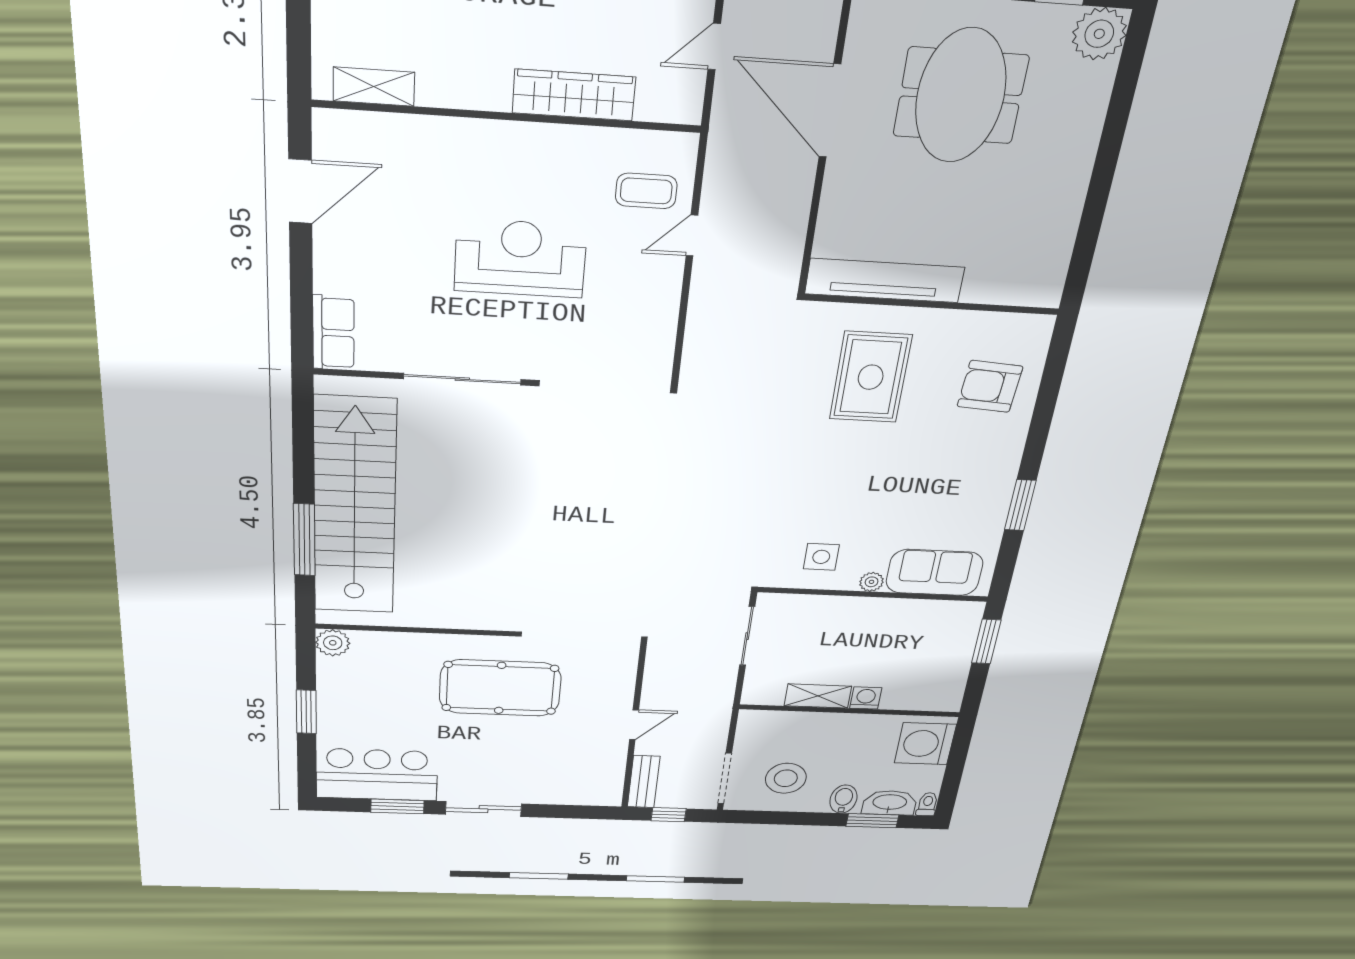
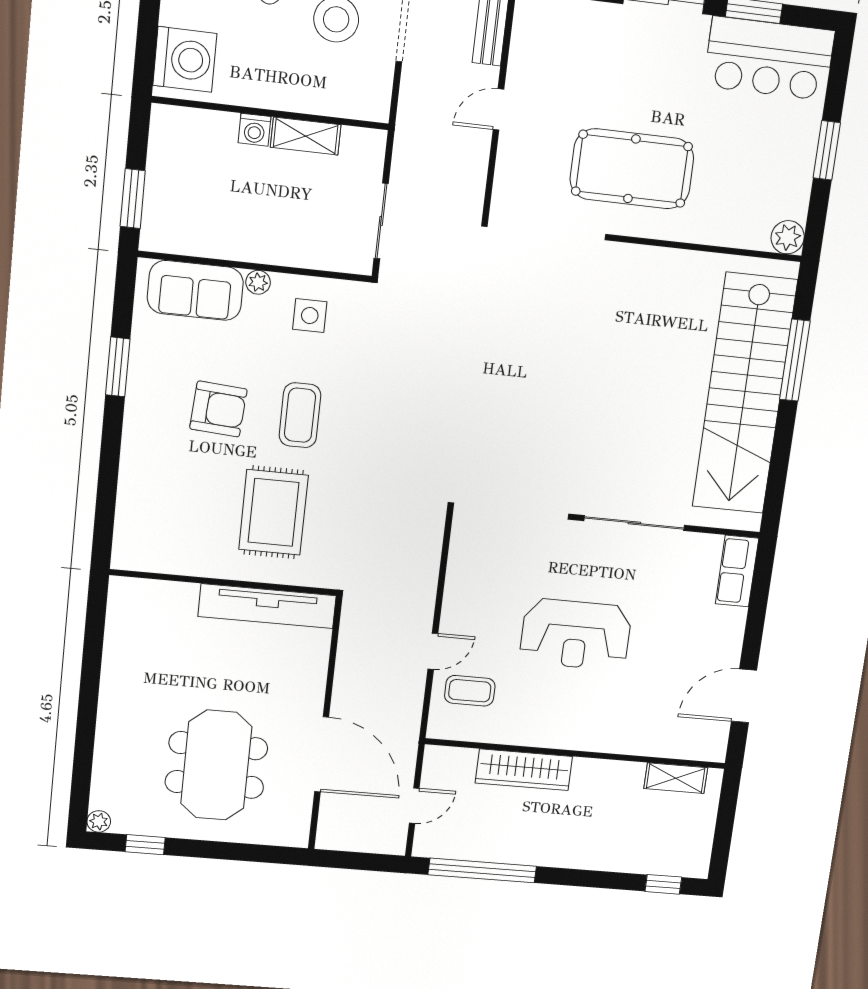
plant: (1099, 34) -> (99, 821), width x0.53, depth x0.53
armchair: (990, 386) -> (218, 409), moved
coffee table: (836, 470) -> (300, 415), added

